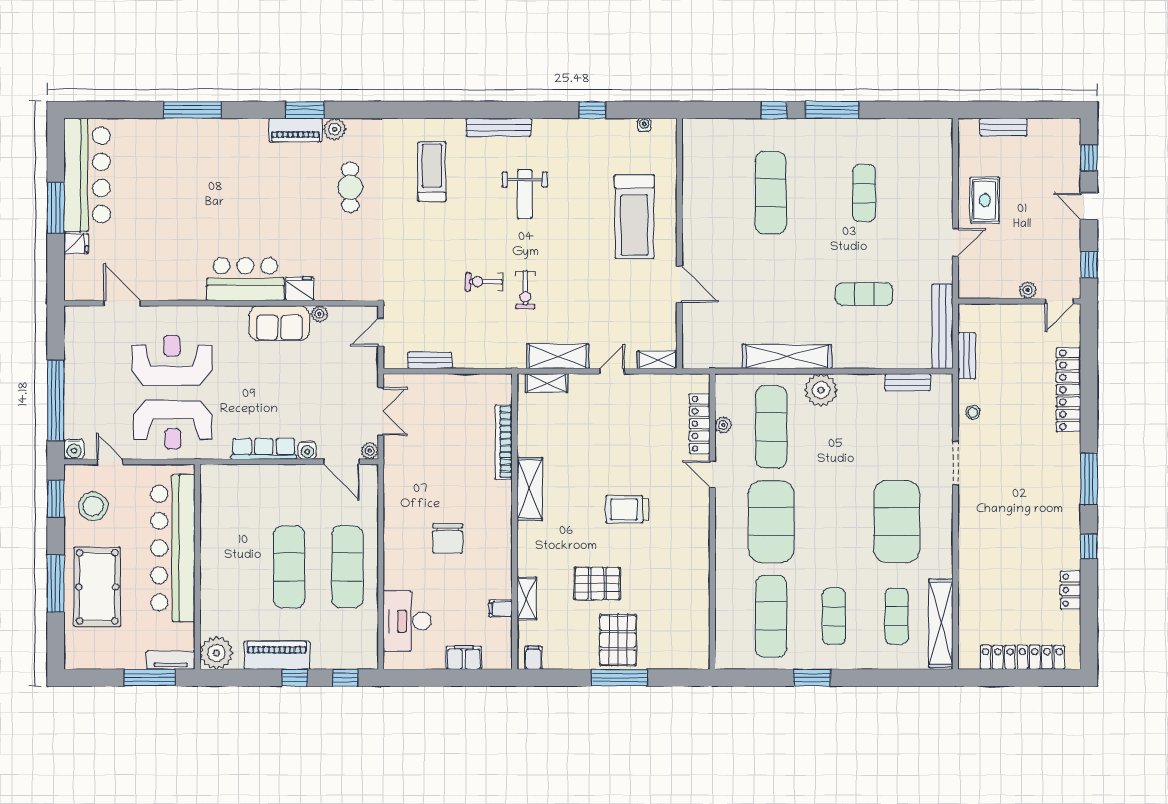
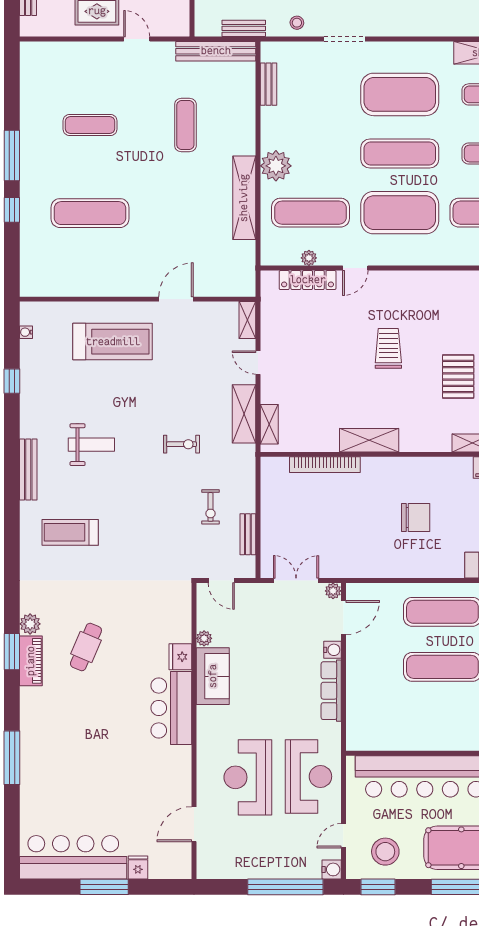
cafe table: (350, 187) -> (86, 647), moved, turned -67
exercise bike: (484, 282) -> (210, 507), moved
trolley: (627, 509) -> (388, 348), turned 180
exercise mat: (834, 522) -> (400, 154), added

